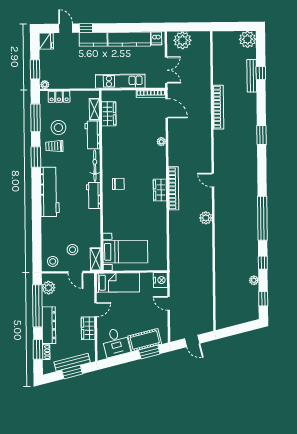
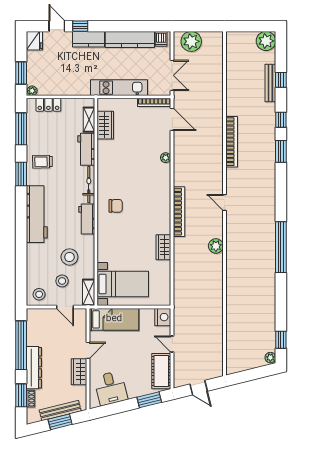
bookcase: (218, 107) -> (232, 142), moved
stool: (58, 128) -> (69, 257), moved
wardrobe: (160, 190) -> (163, 247), moved
window: (263, 263) -> (281, 120), moved
plant: (254, 280) -> (270, 358), moved
plant: (49, 288) -> (34, 324), removed
cot: (145, 340) -> (161, 371), moved, turned -76

